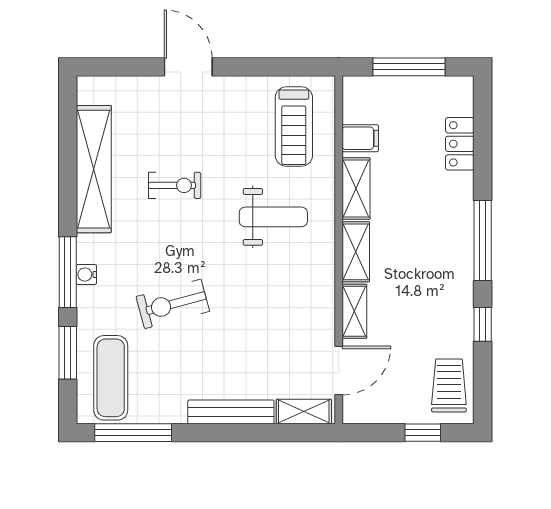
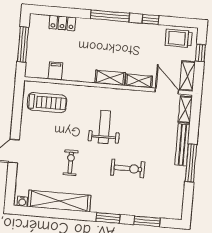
shelving: (356, 188) -> (187, 76), moved, turned 90
weight bench: (273, 217) -> (104, 127), moved
window: (68, 272) -> (108, 218), width x0.69
water cooler: (86, 274) -> (22, 201), moved
exercise bike: (173, 304) -> (128, 168), turned -75
exercise mat: (111, 378) -> (161, 202), removed
window: (133, 433) -> (191, 163), moved

